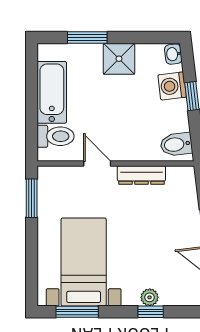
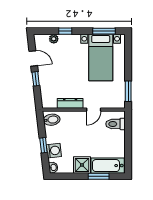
bathtub: (52, 92) -> (108, 166), moved, turned 90
door: (97, 163) -> (94, 110), hinge flipped
plant: (150, 297) -> (54, 39), moved

